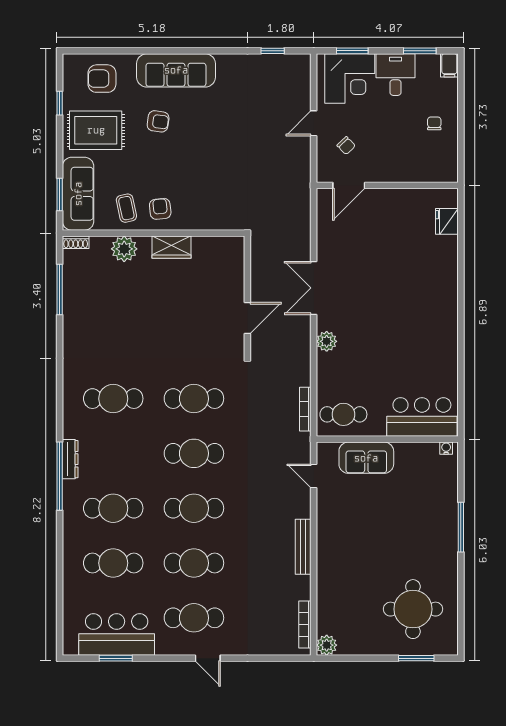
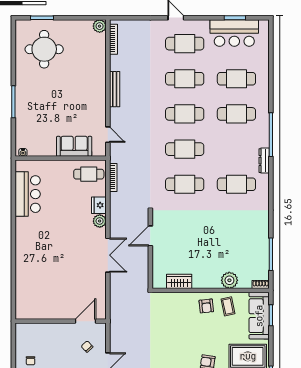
fridge: (447, 221) -> (99, 205), moved, turned 180
wardrobe: (172, 247) -> (179, 281), moved
bar counter: (422, 417) -> (28, 194), moved, turned -90
dresser: (70, 459) -> (264, 161), moved

